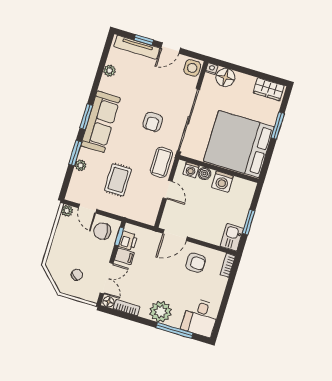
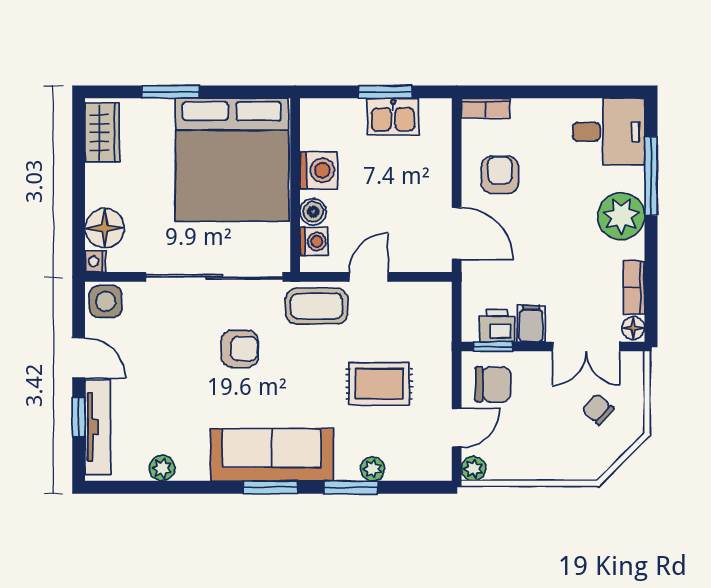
chair: (102, 231) -> (493, 384), turned -82
kitchen sink: (232, 237) -> (393, 117), moved
double door: (107, 278) -> (586, 346), swing flipped

